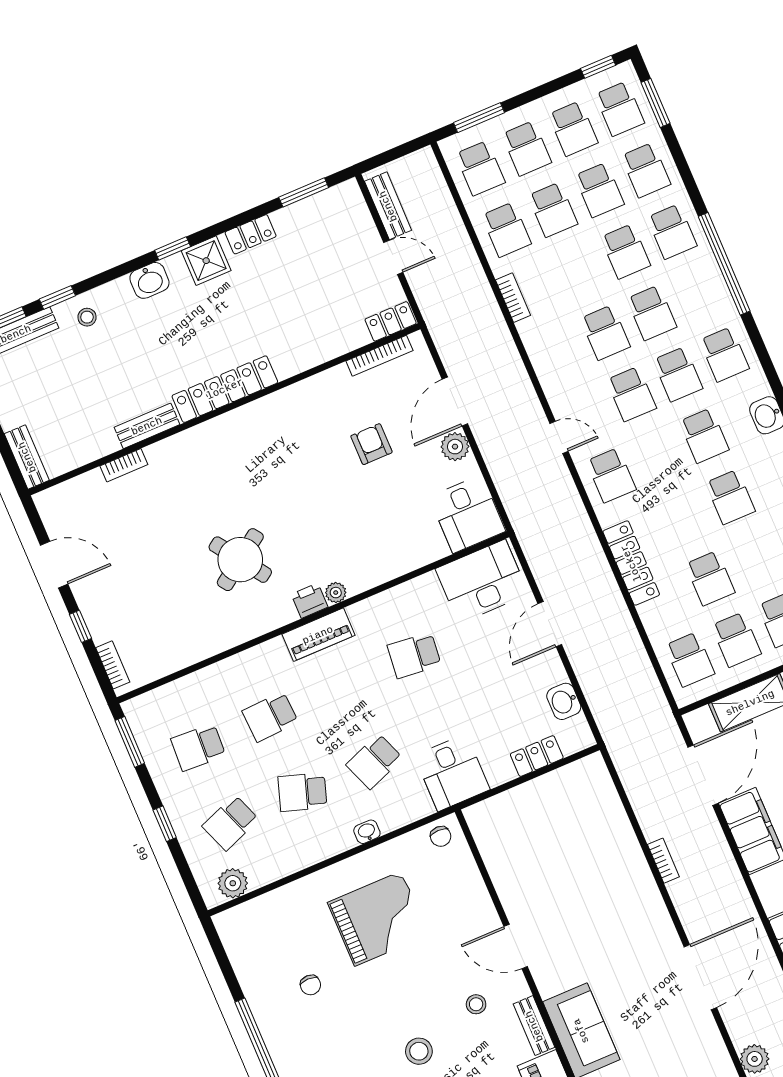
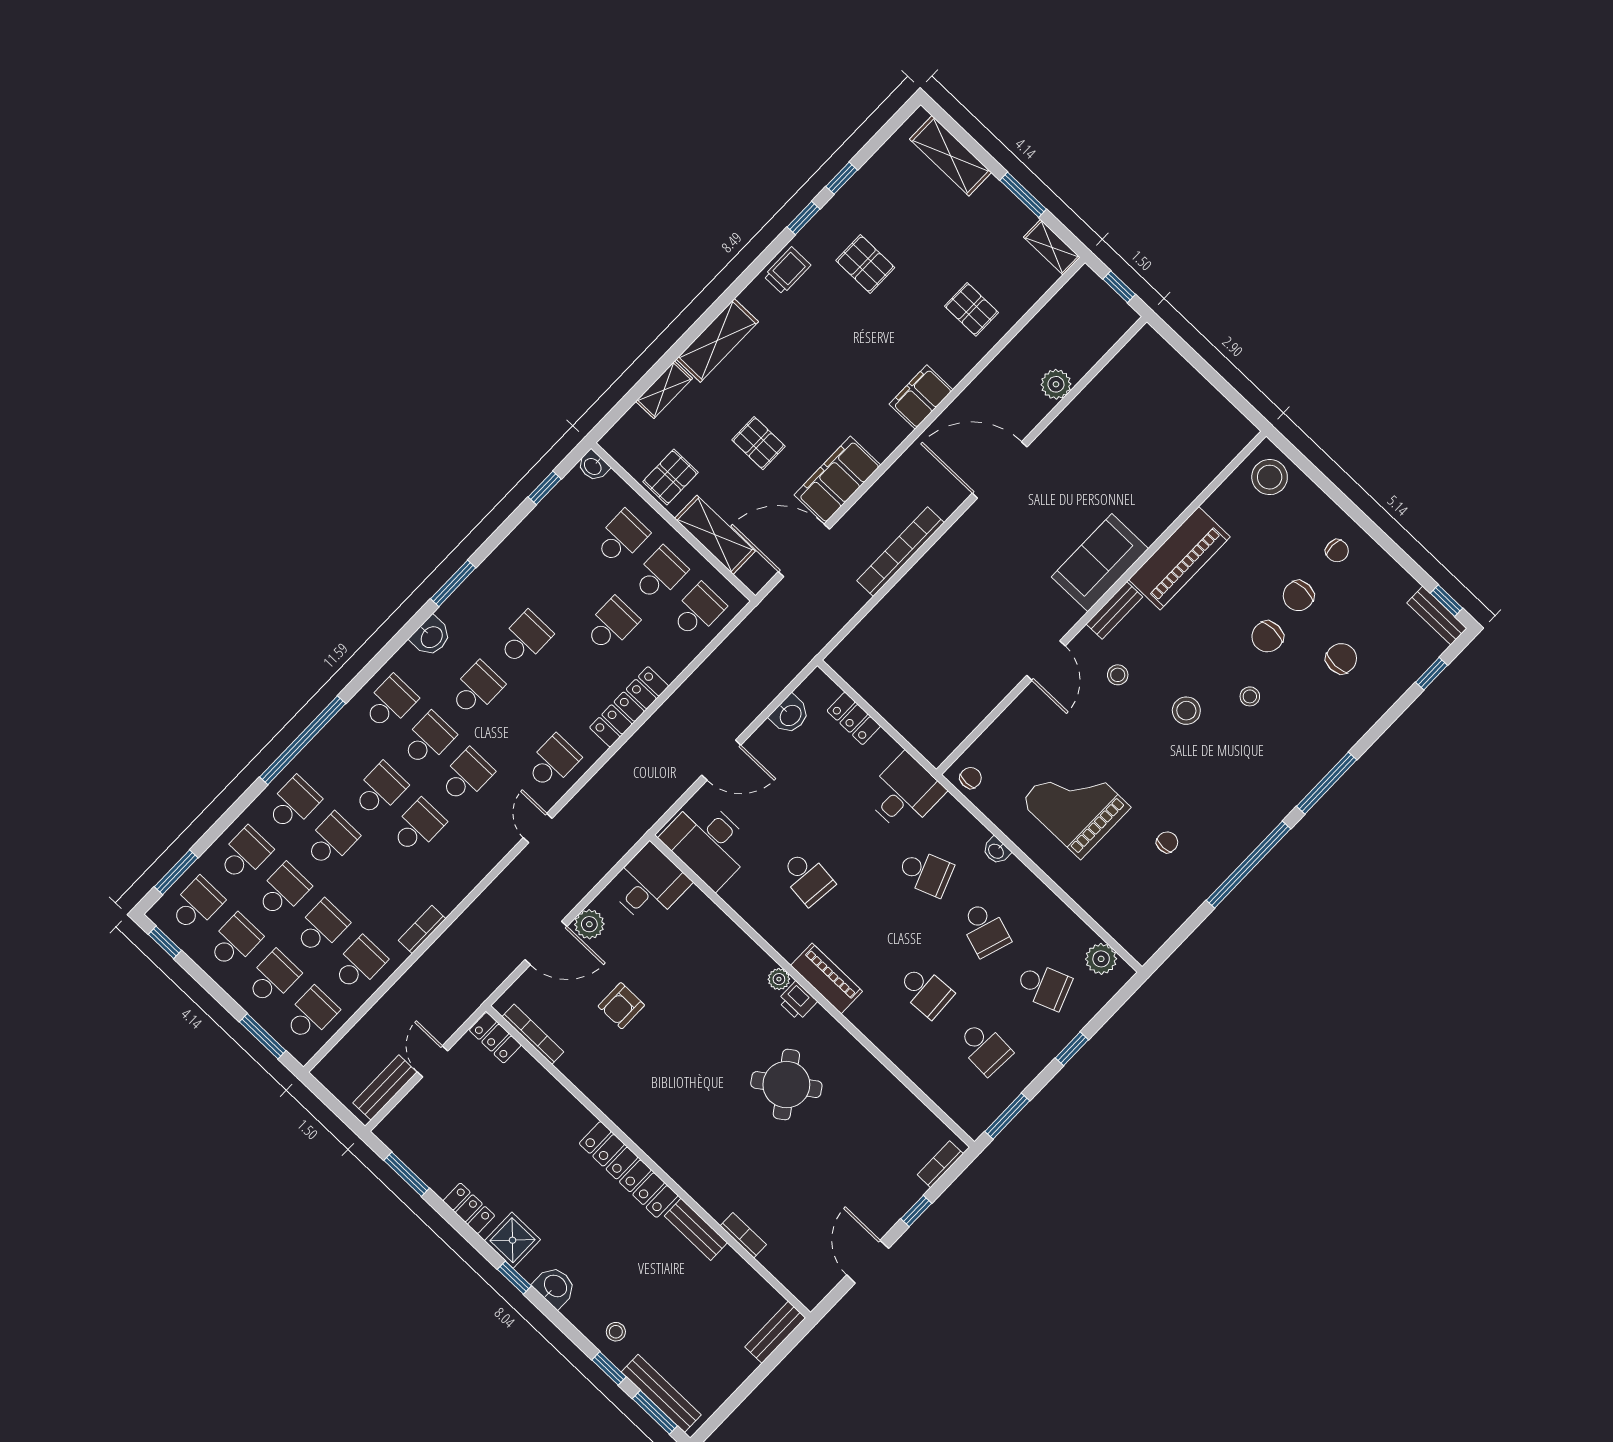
bookcase: (663, 861) -> (900, 552), width x2.31, depth x1.31

